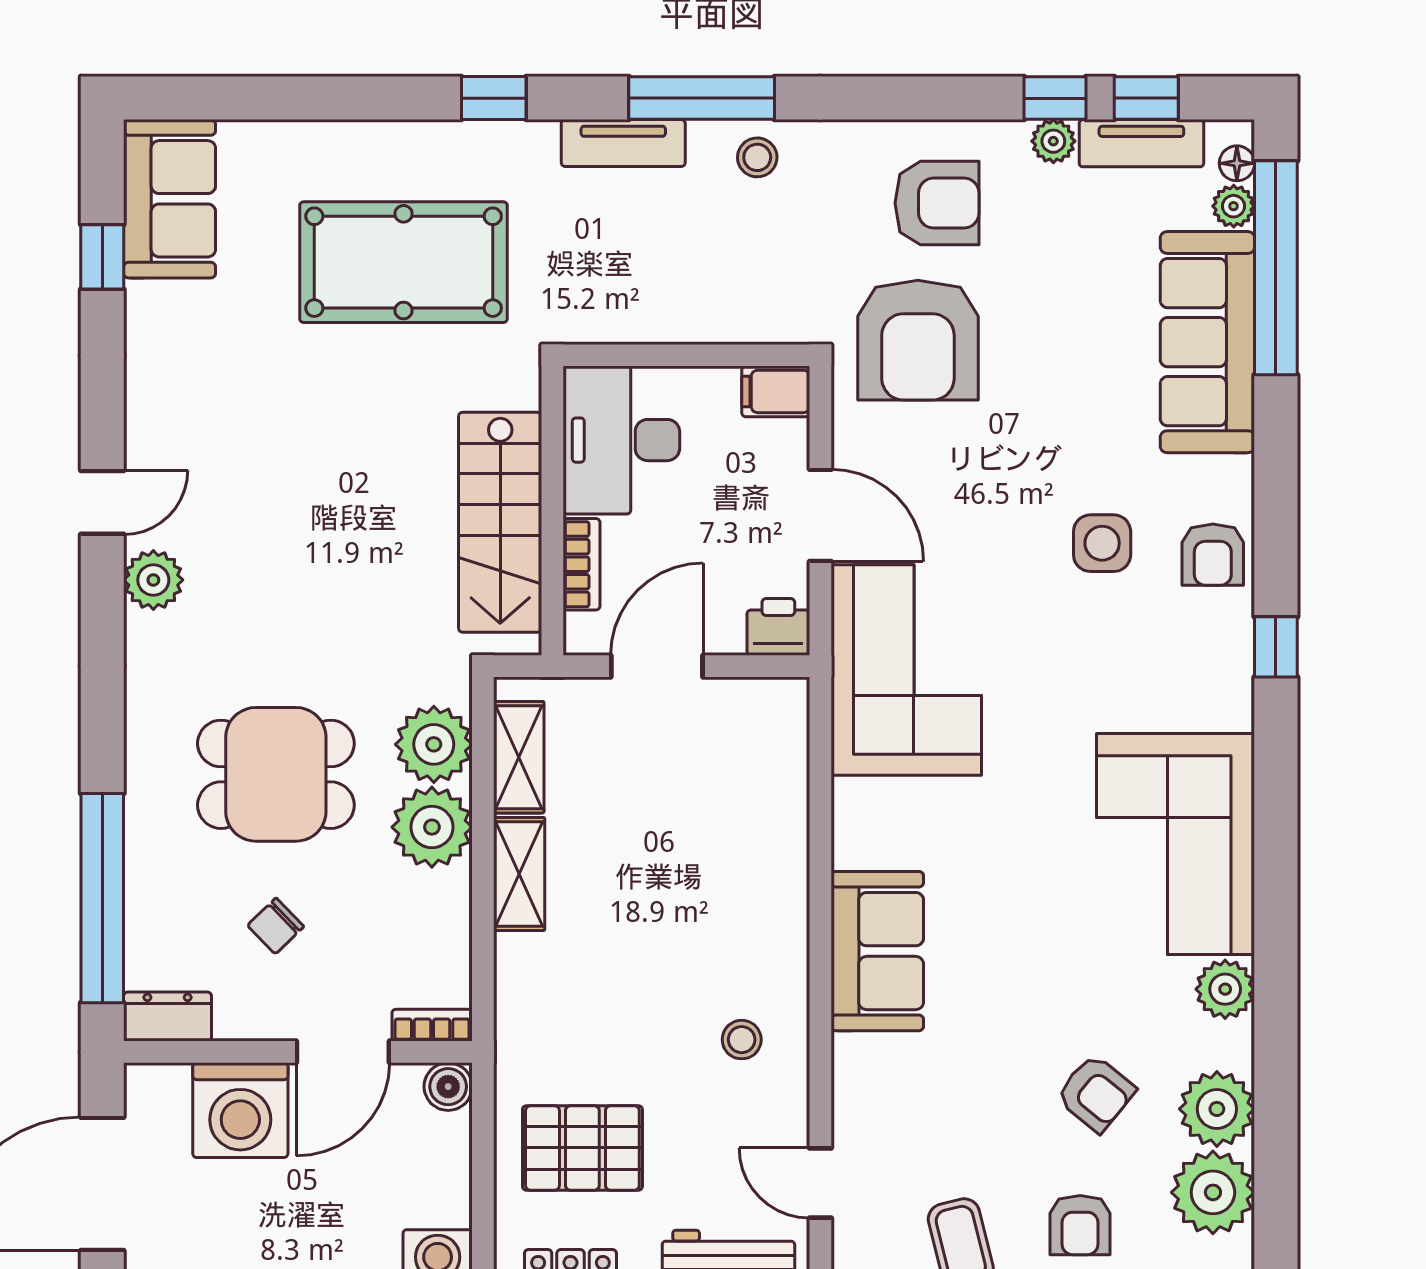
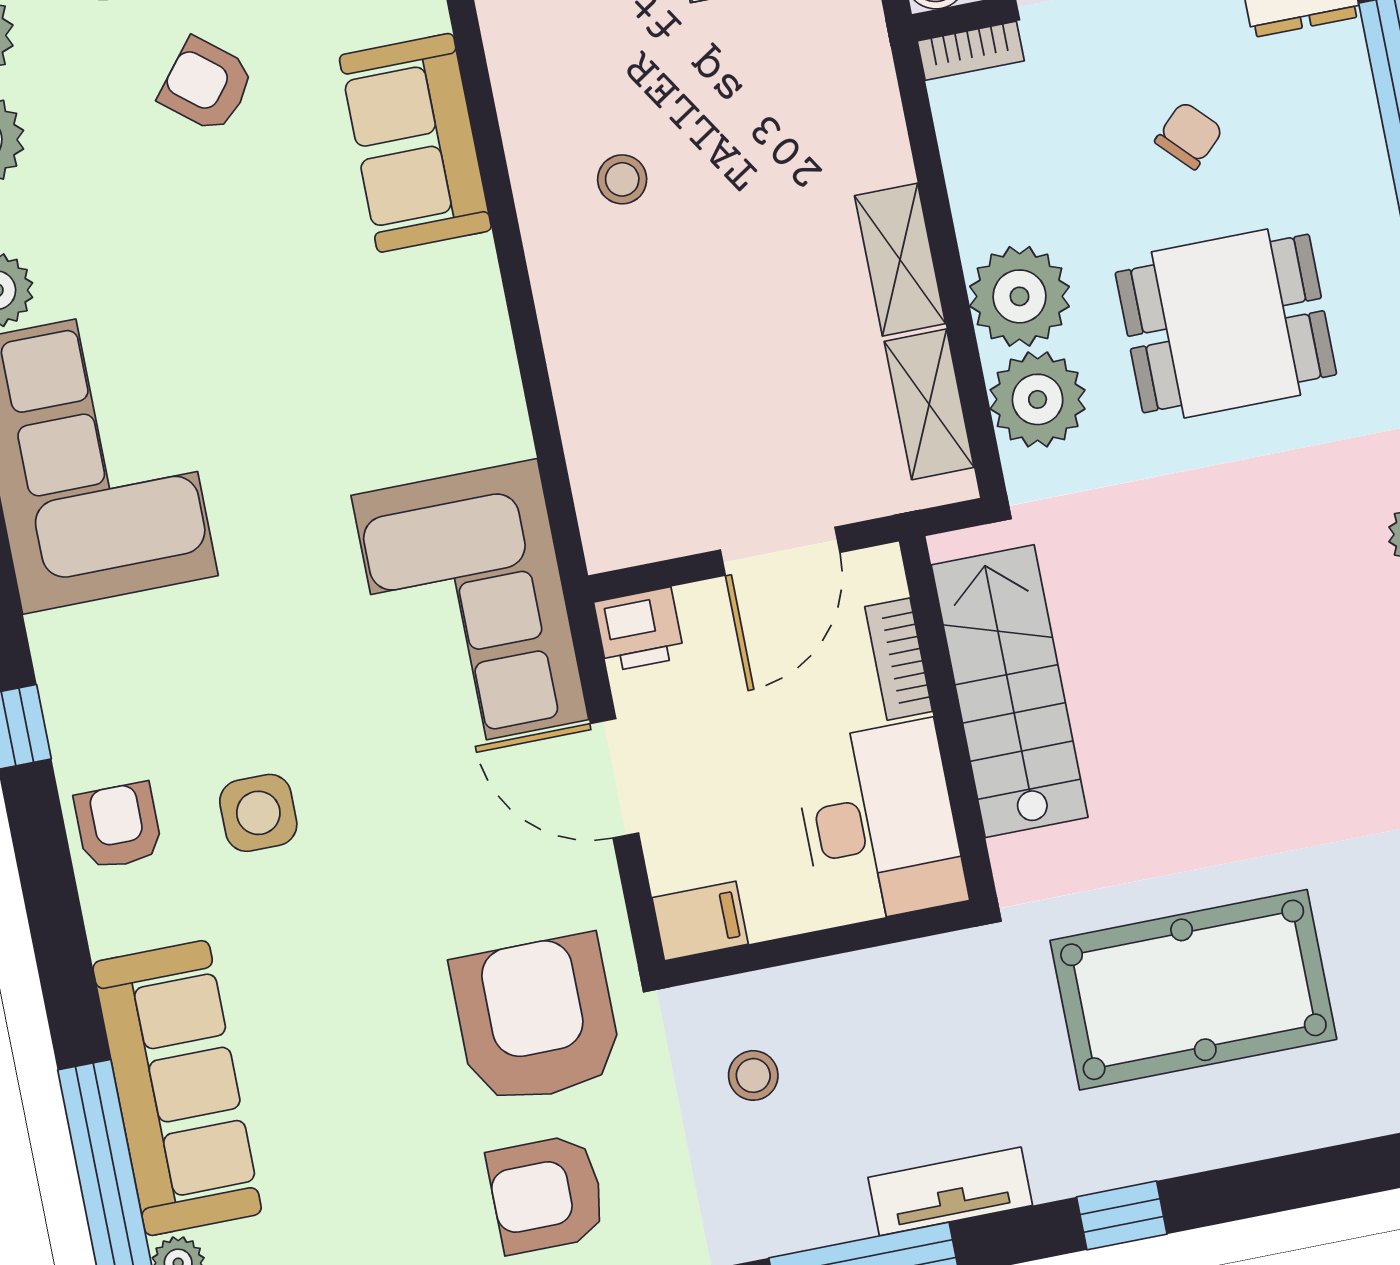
stool: (757, 157) -> (753, 1075), moved
sofa: (877, 951) -> (415, 143), moved
stool: (742, 1040) -> (622, 179), moved
armchair: (1096, 1093) -> (207, 85), moved

